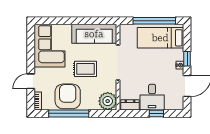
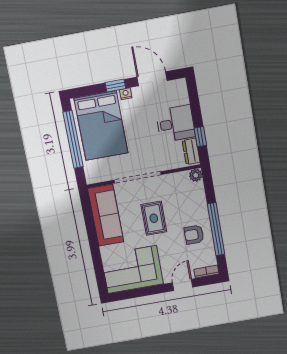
bed: (160, 38) -> (101, 126), width x1.50
door: (31, 81) -> (183, 285), swing flipped
armchair: (68, 96) -> (194, 235), width x0.53, depth x0.53
plant: (108, 101) -> (196, 175), width x0.53, depth x0.53
window: (156, 113) -> (200, 137), moved

